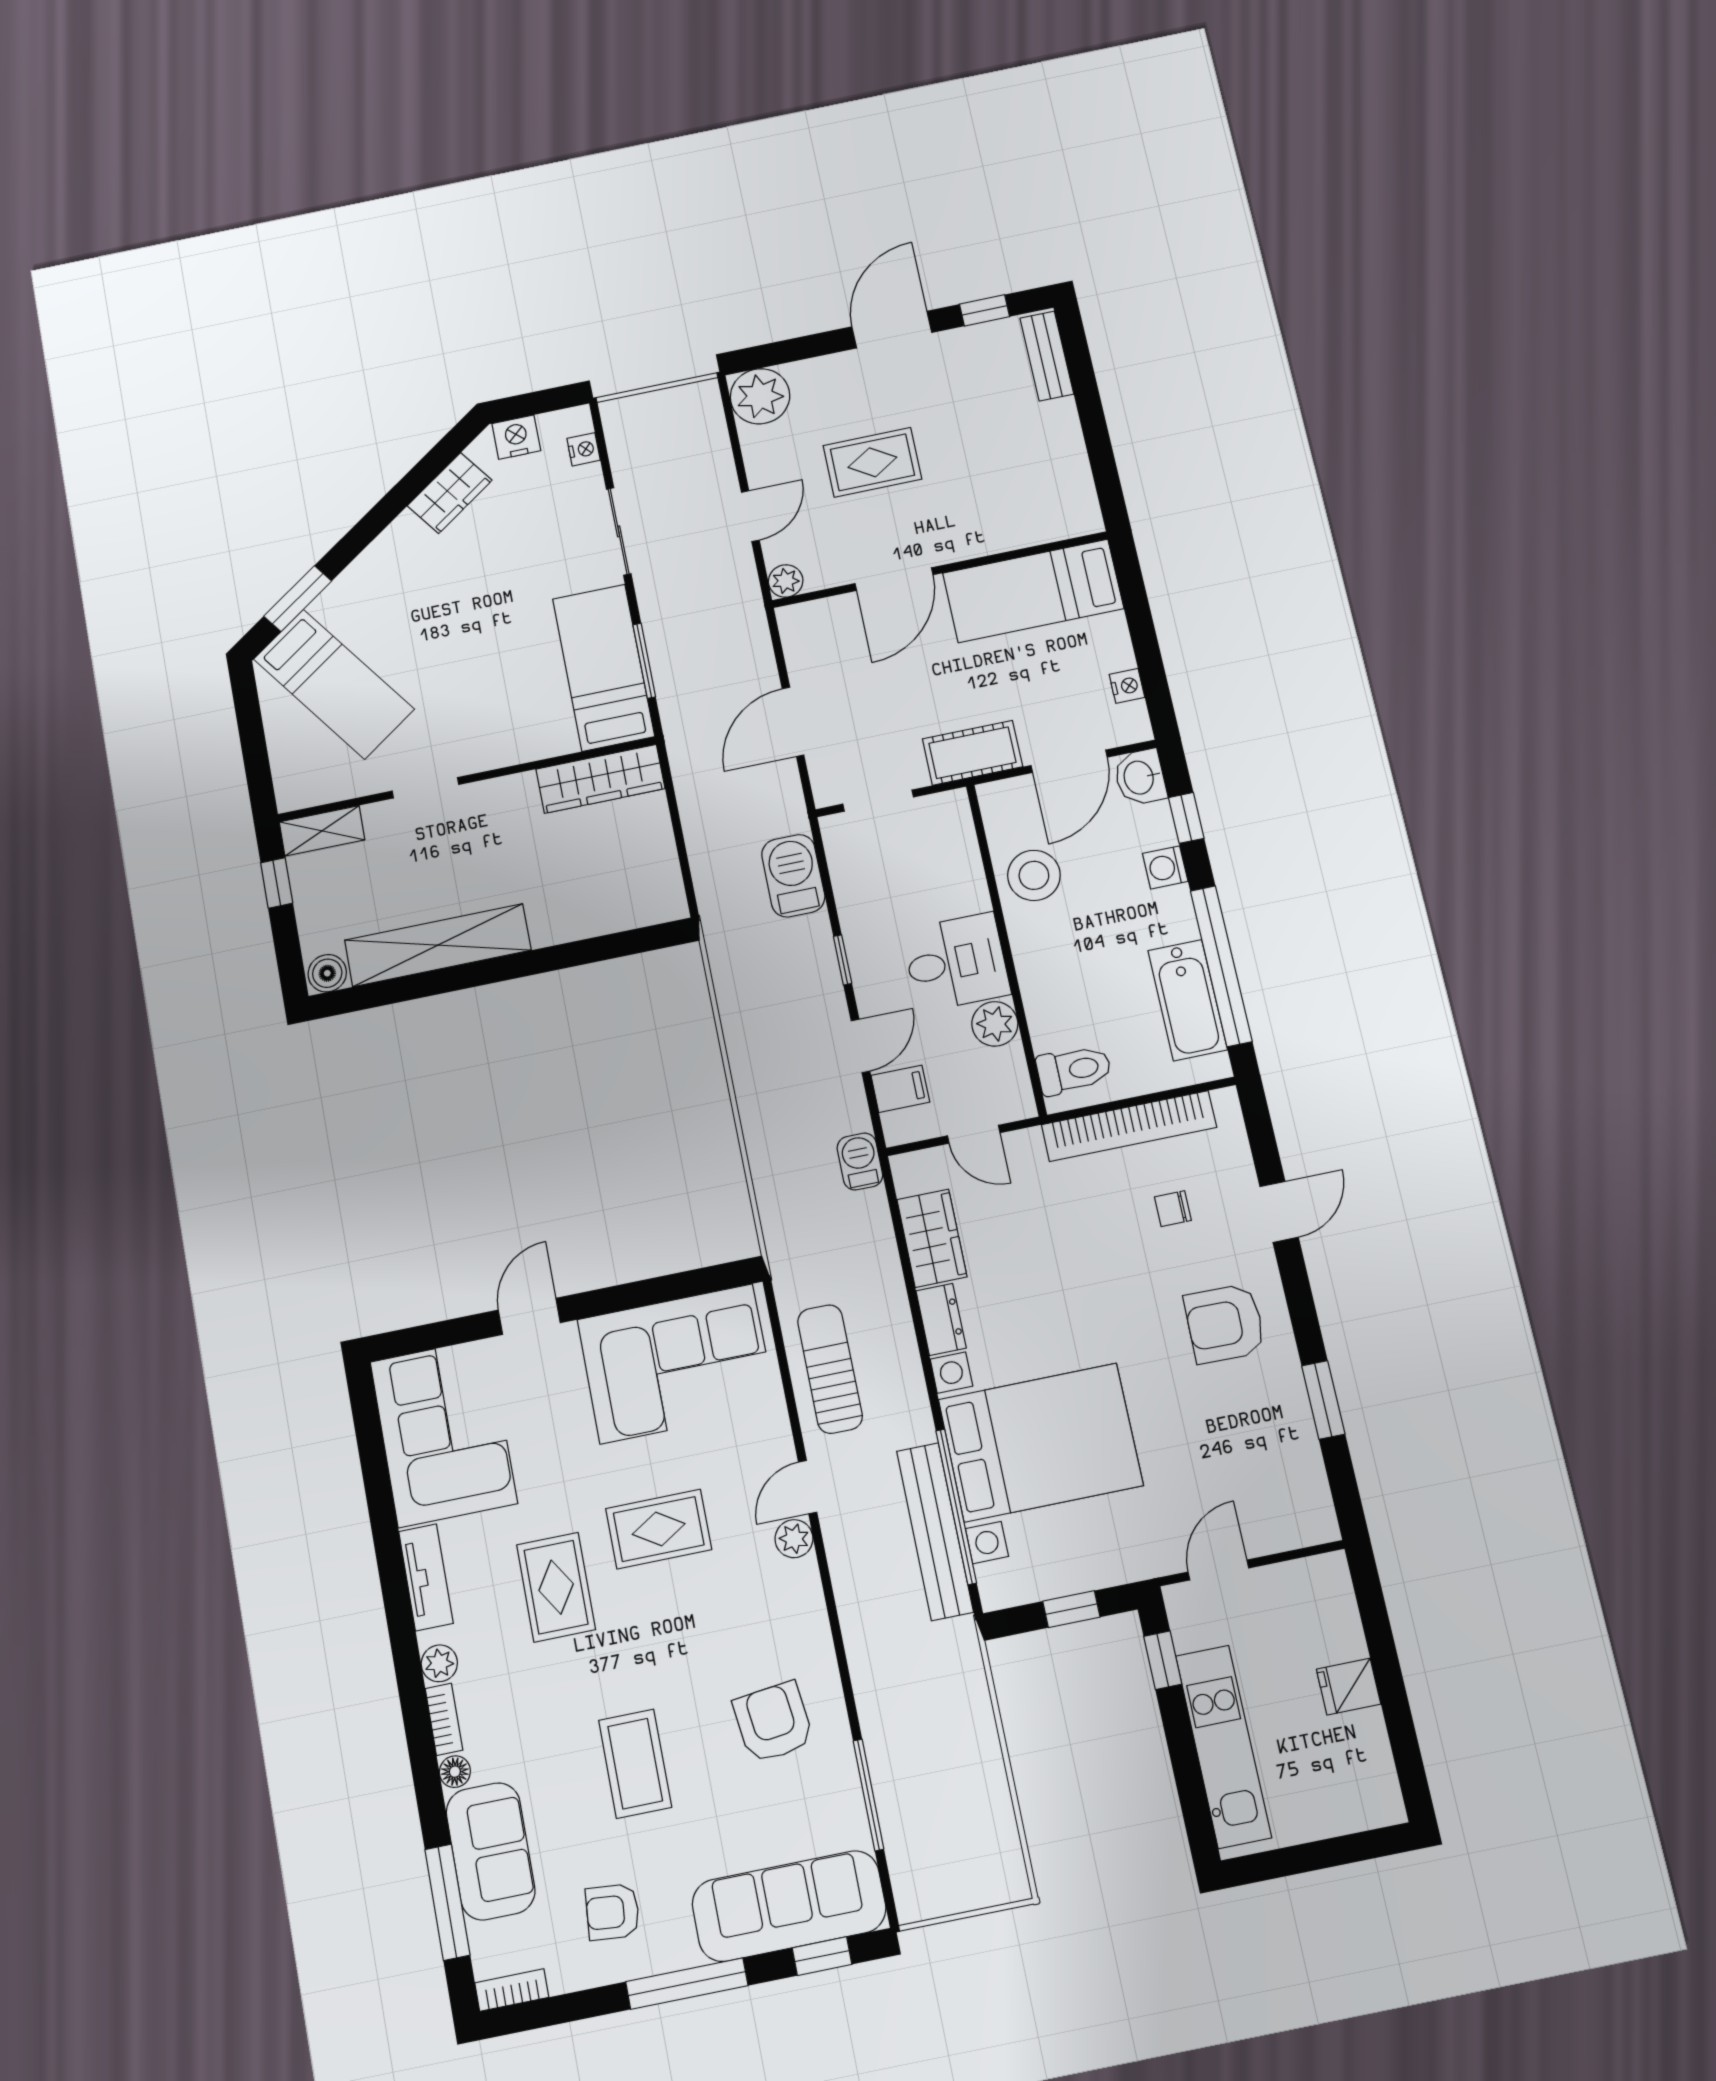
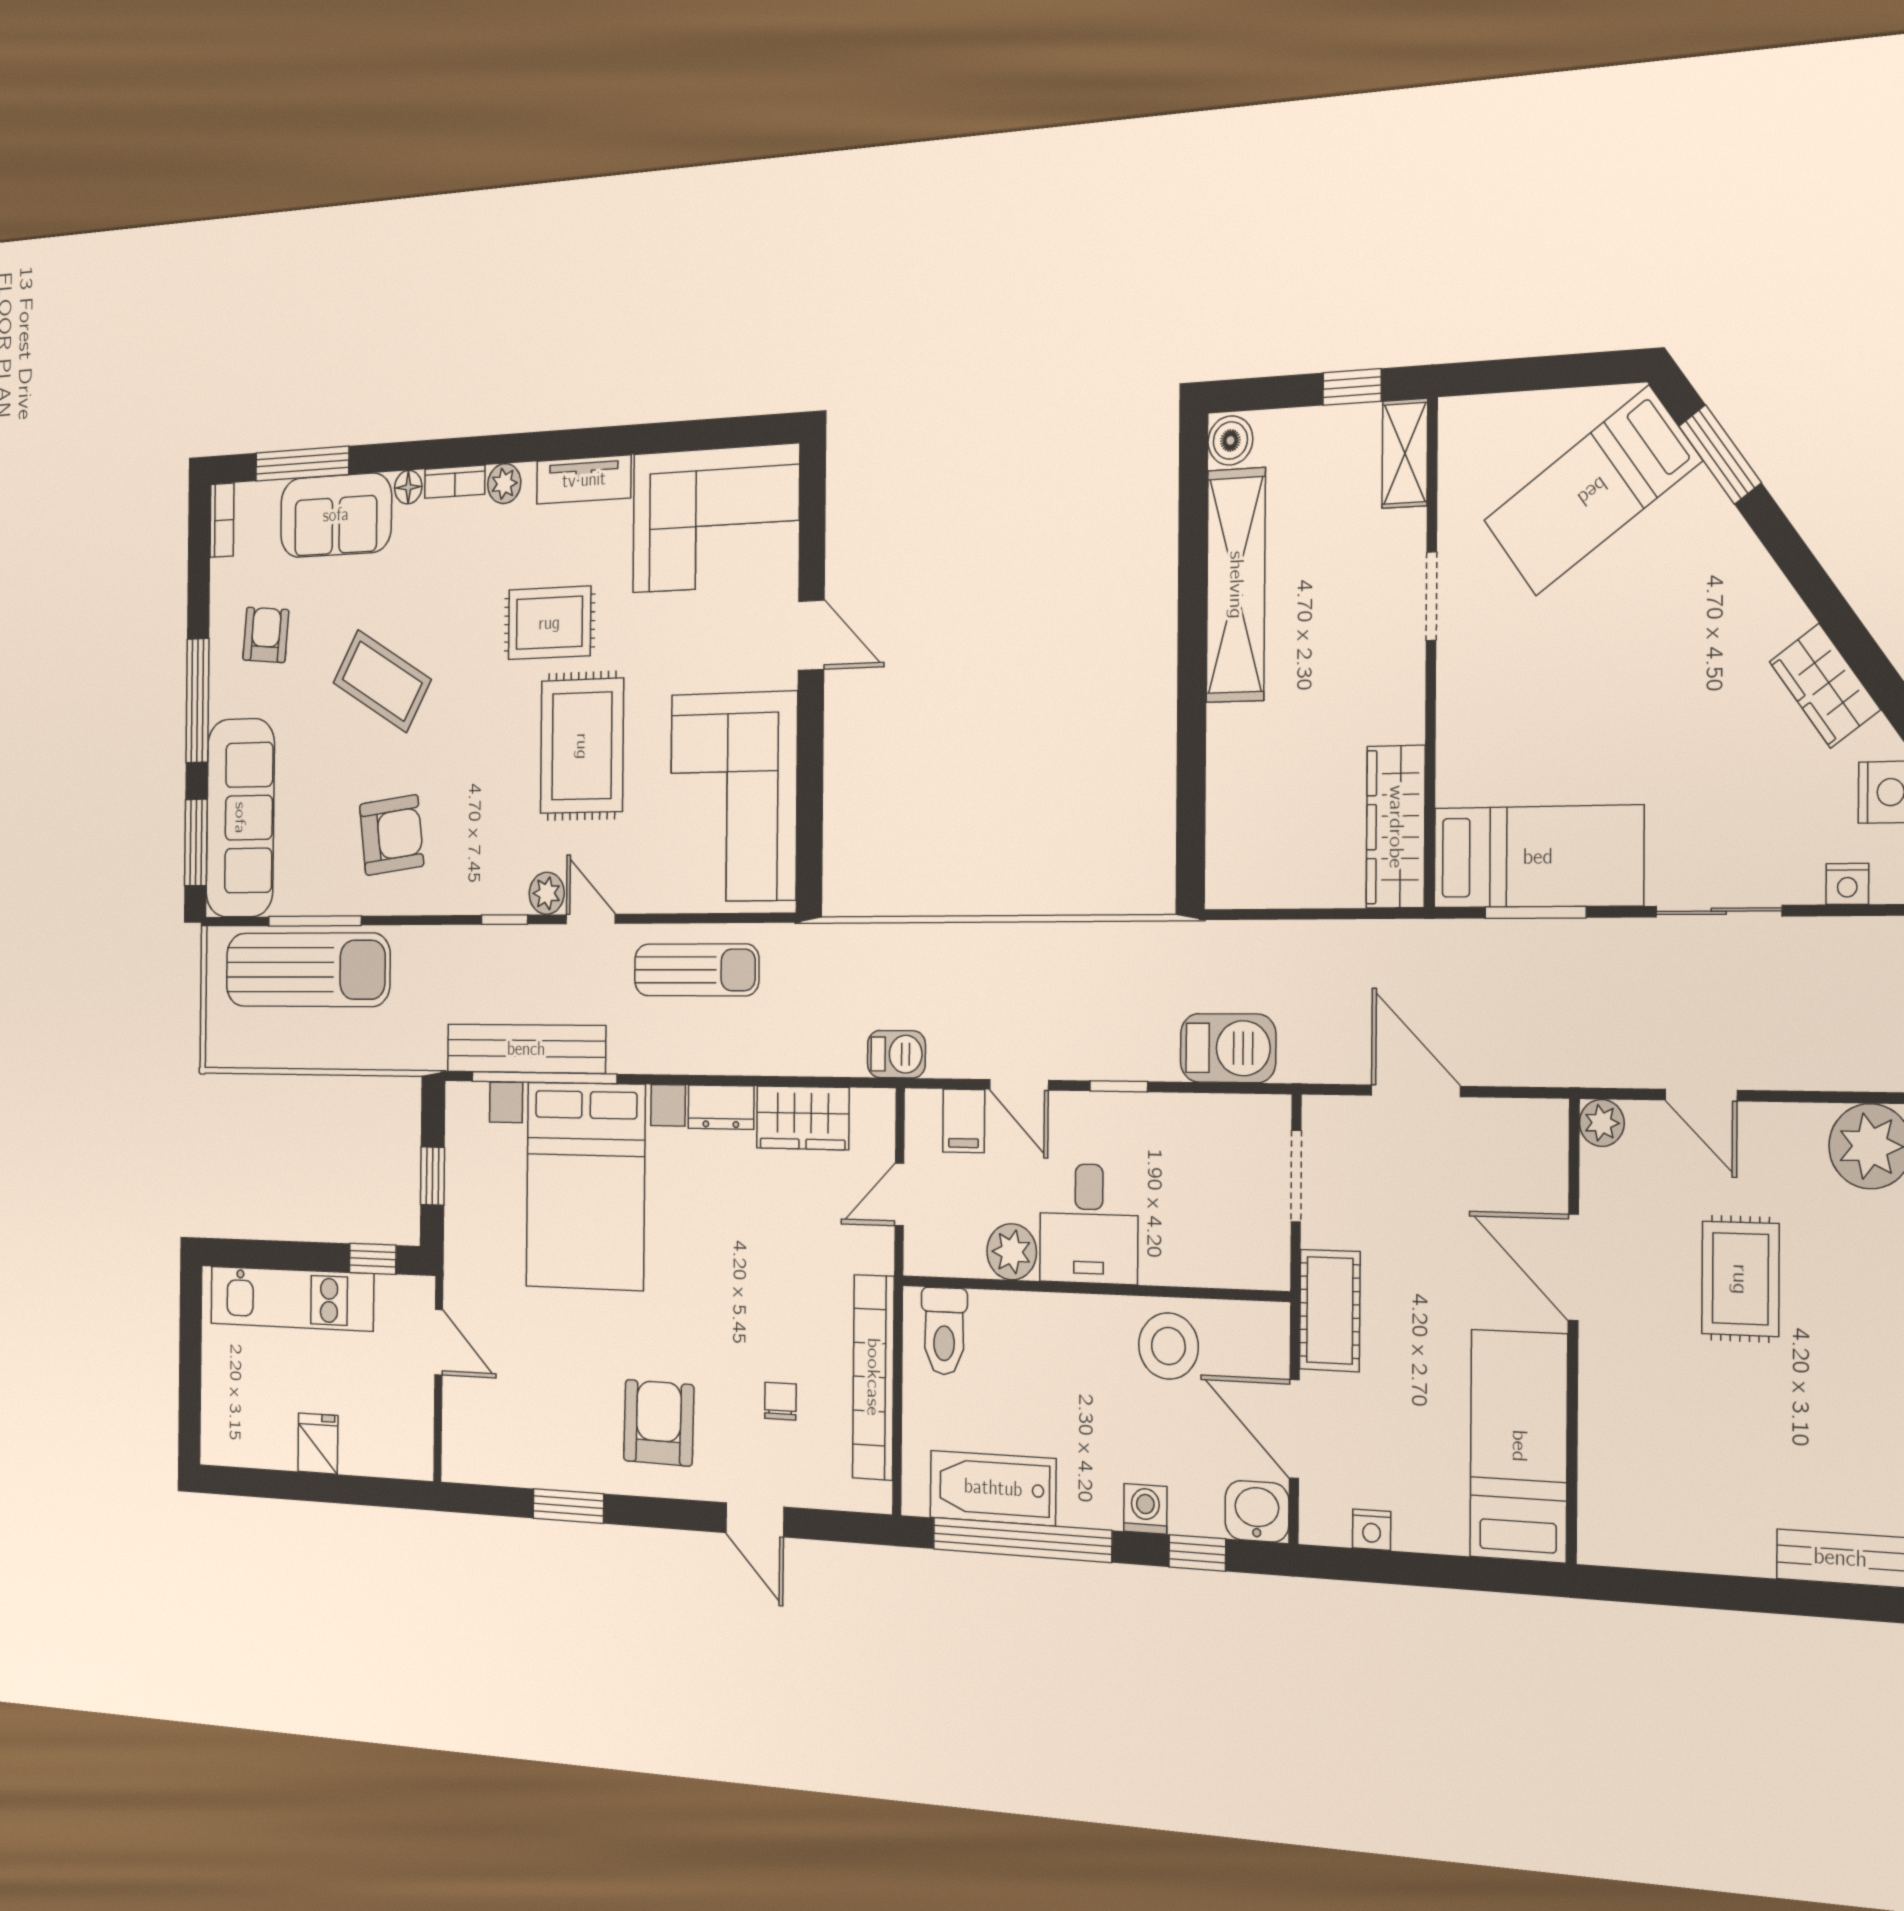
rug: (659, 1529) -> (582, 746), width x1.36, depth x1.43
window: (826, 1579) -> (504, 920), added
coffee table: (635, 1764) -> (382, 681), turned 30
sun lounger: (915, 1794) -> (308, 970), added
window: (822, 1956) -> (196, 843), width x1.50

